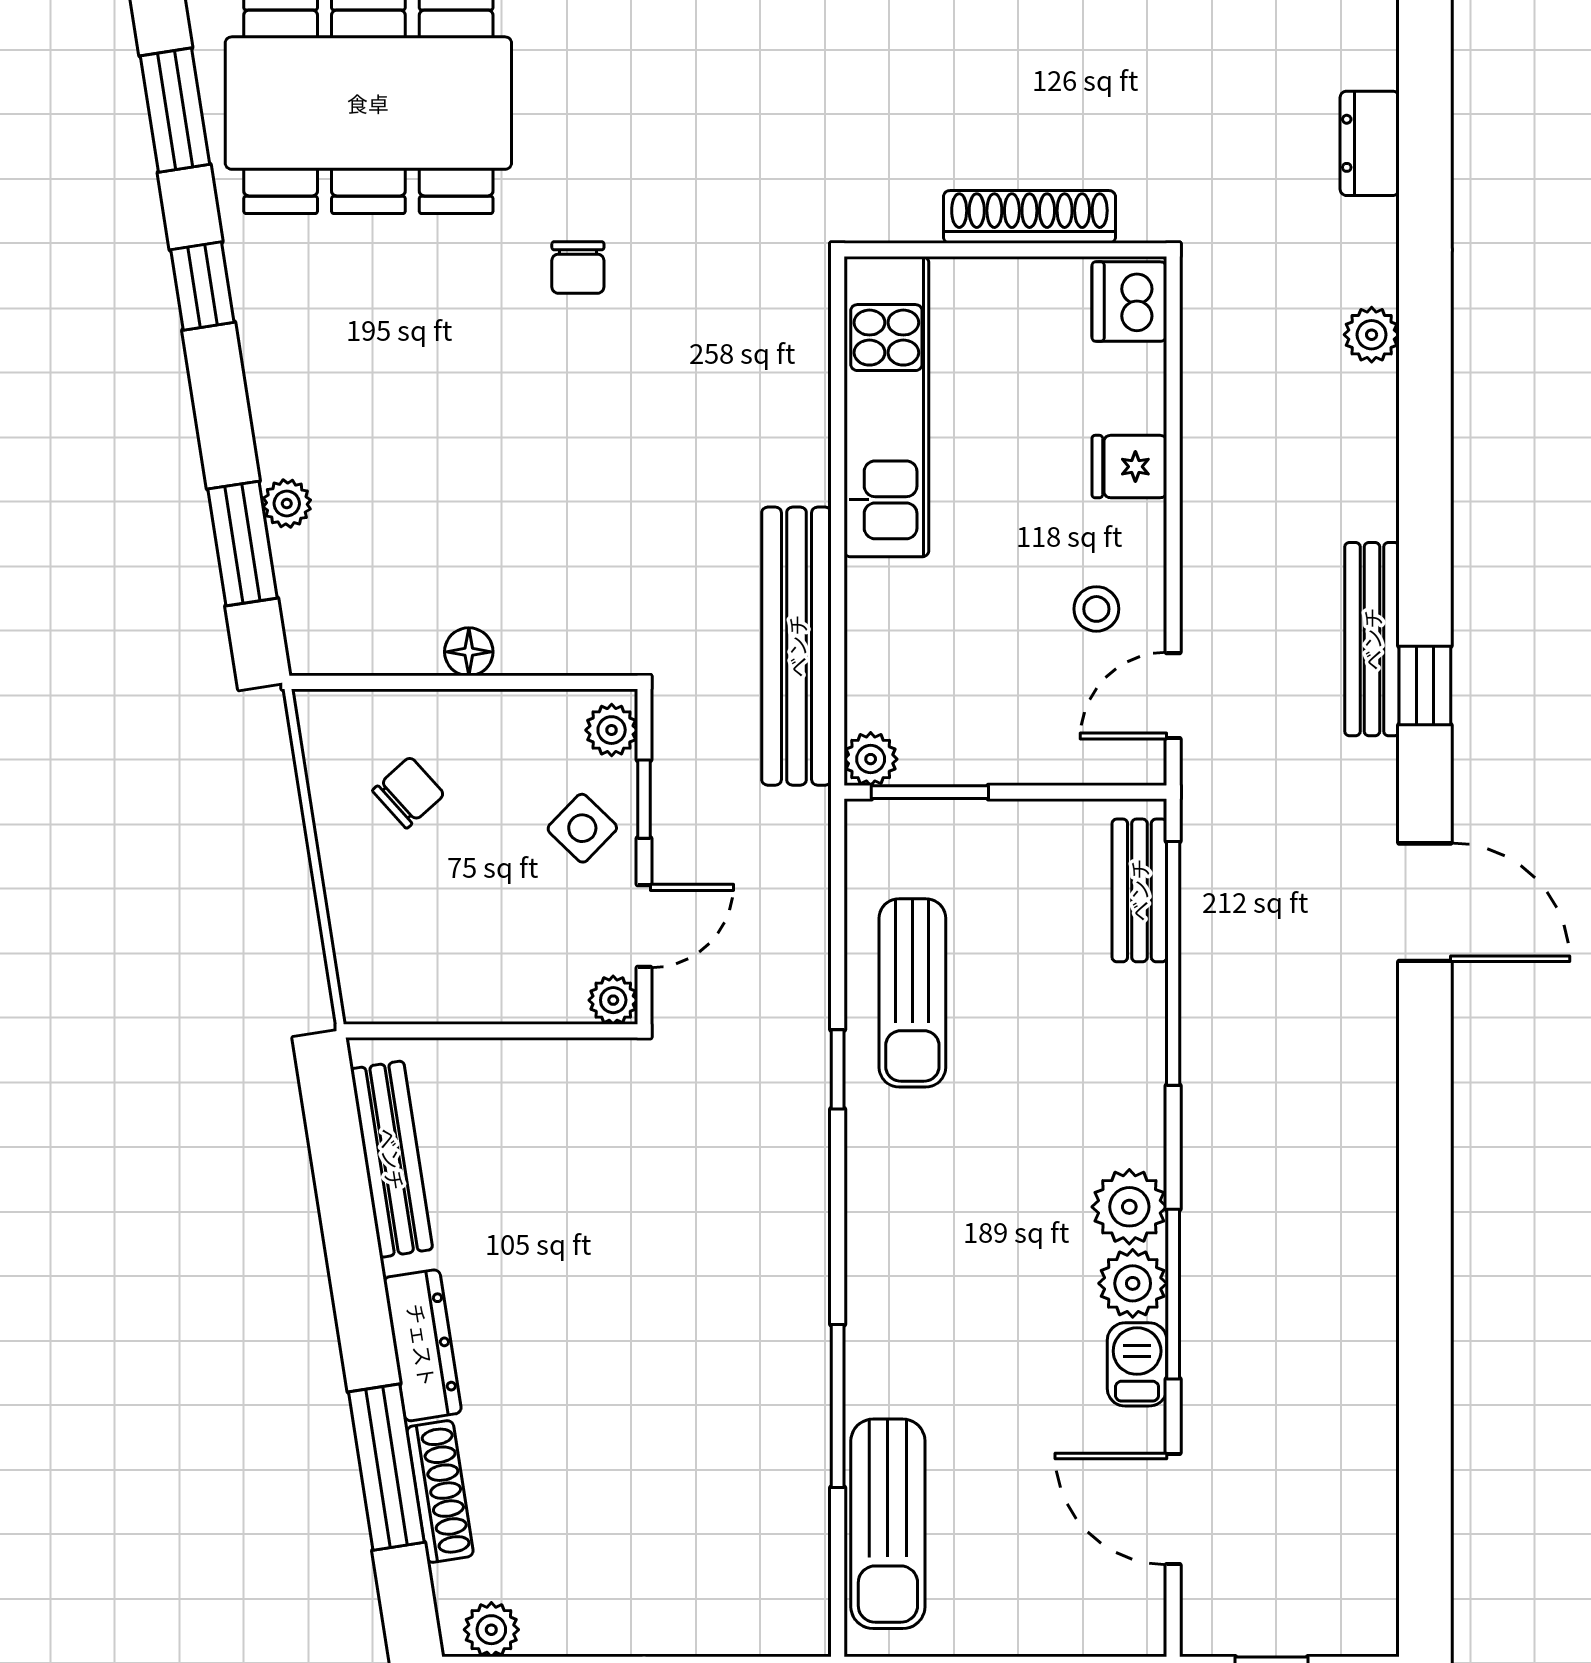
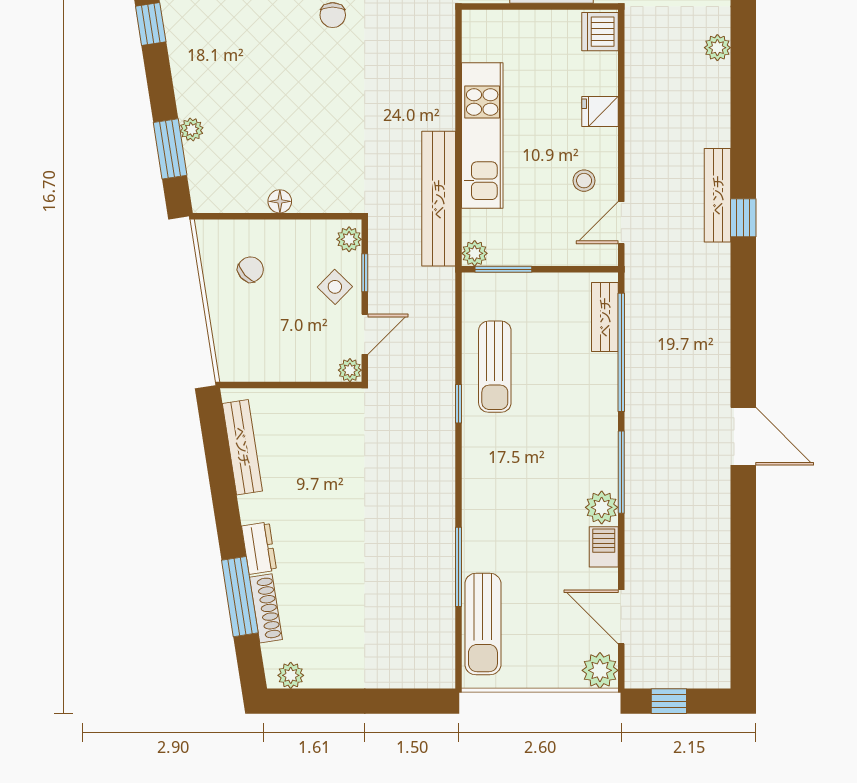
kitchen unit: (886, 407) -> (482, 135), moved
door: (1425, 902) -> (743, 436), moved
plant: (1129, 1207) -> (600, 670), moved
window: (1173, 1294) -> (621, 472), moved
dresser: (422, 1345) -> (259, 548), width x0.70

